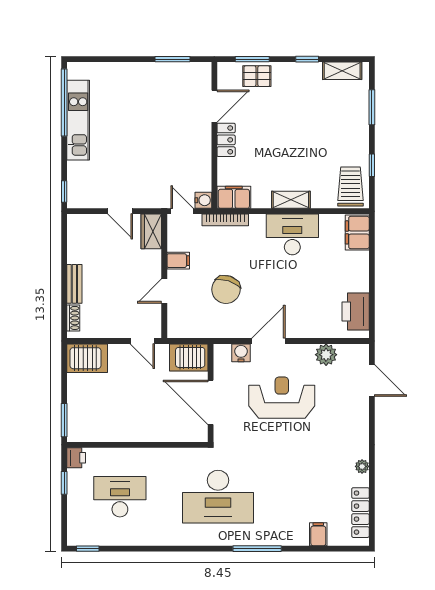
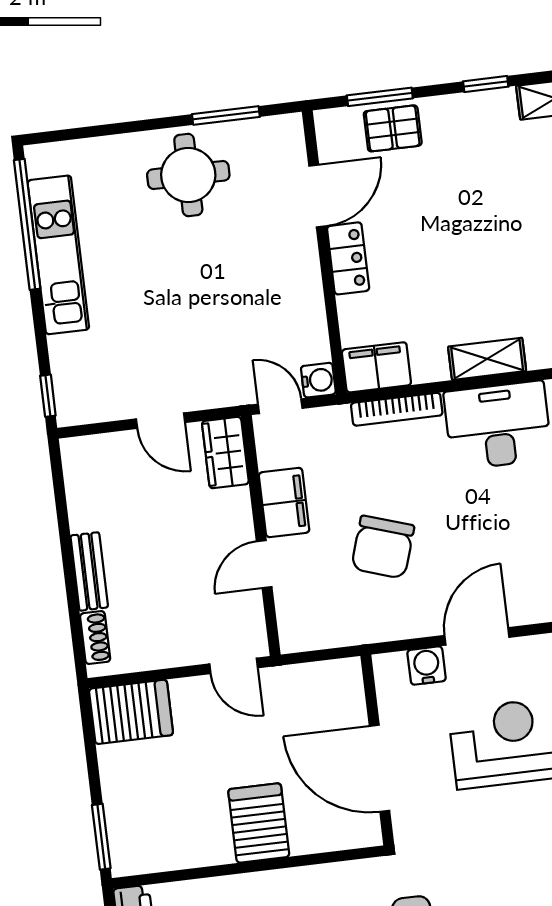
round table: (150, 87) -> (188, 175), added
bookcase: (225, 220) -> (397, 409), moved
filing cabinet: (178, 261) -> (284, 502), width x2.00
server rack: (189, 357) -> (259, 823), moved, turned 90

